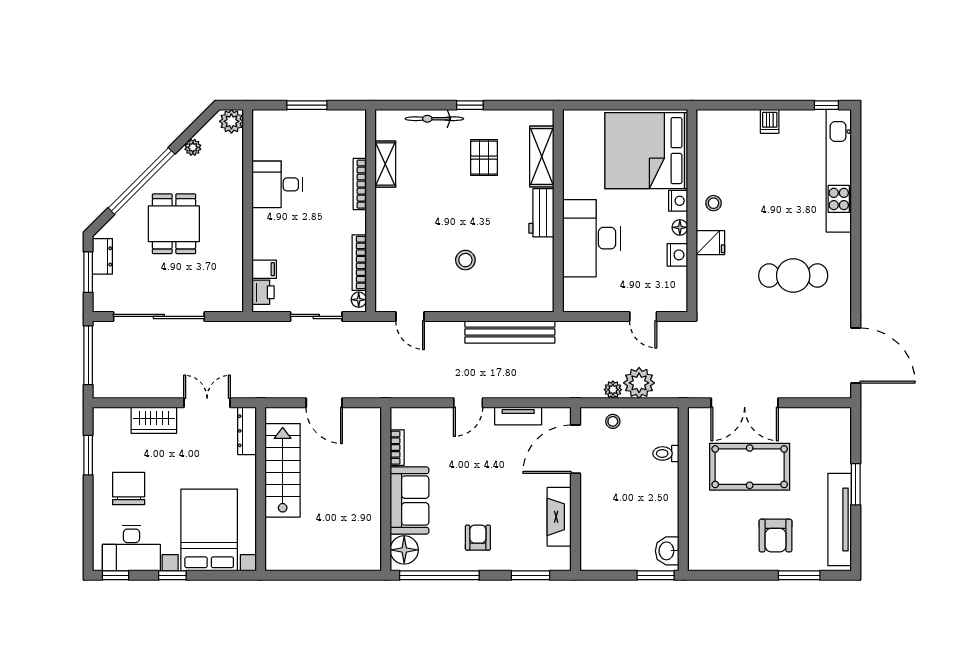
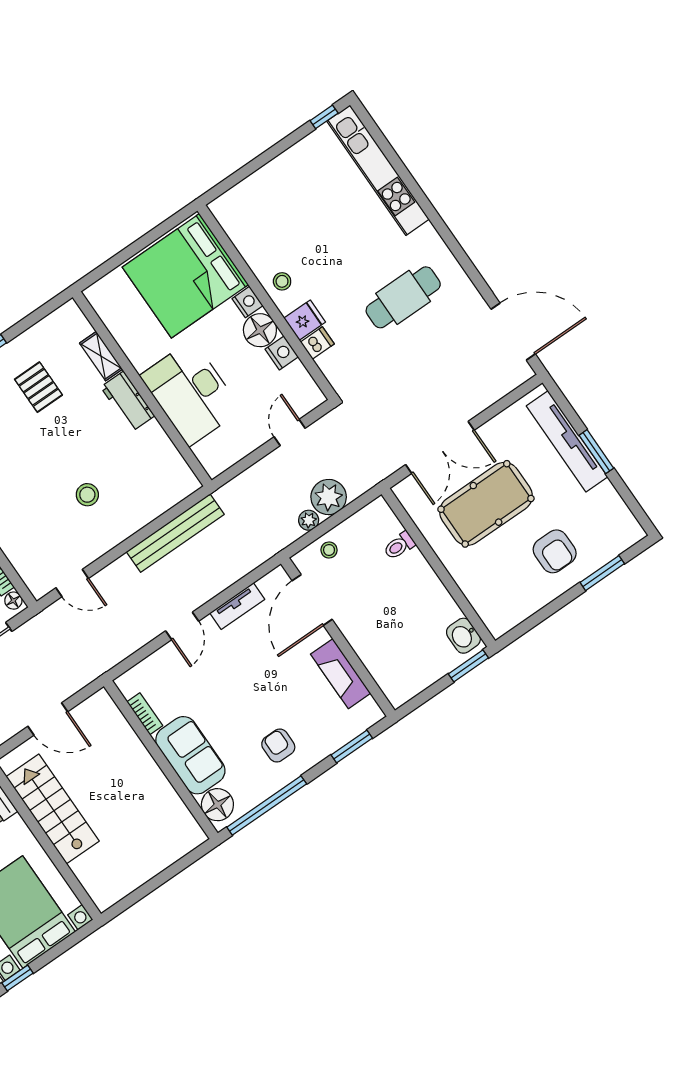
dishwasher: (770, 121) -> (317, 343), moved, turned -90
shelving: (542, 156) -> (101, 356), width x0.67, depth x0.75
floor lamp: (680, 227) -> (260, 330), width x1.89, depth x1.89
door: (643, 316) -> (290, 432), swing flipped
tv unit: (840, 519) -> (567, 441), moved

